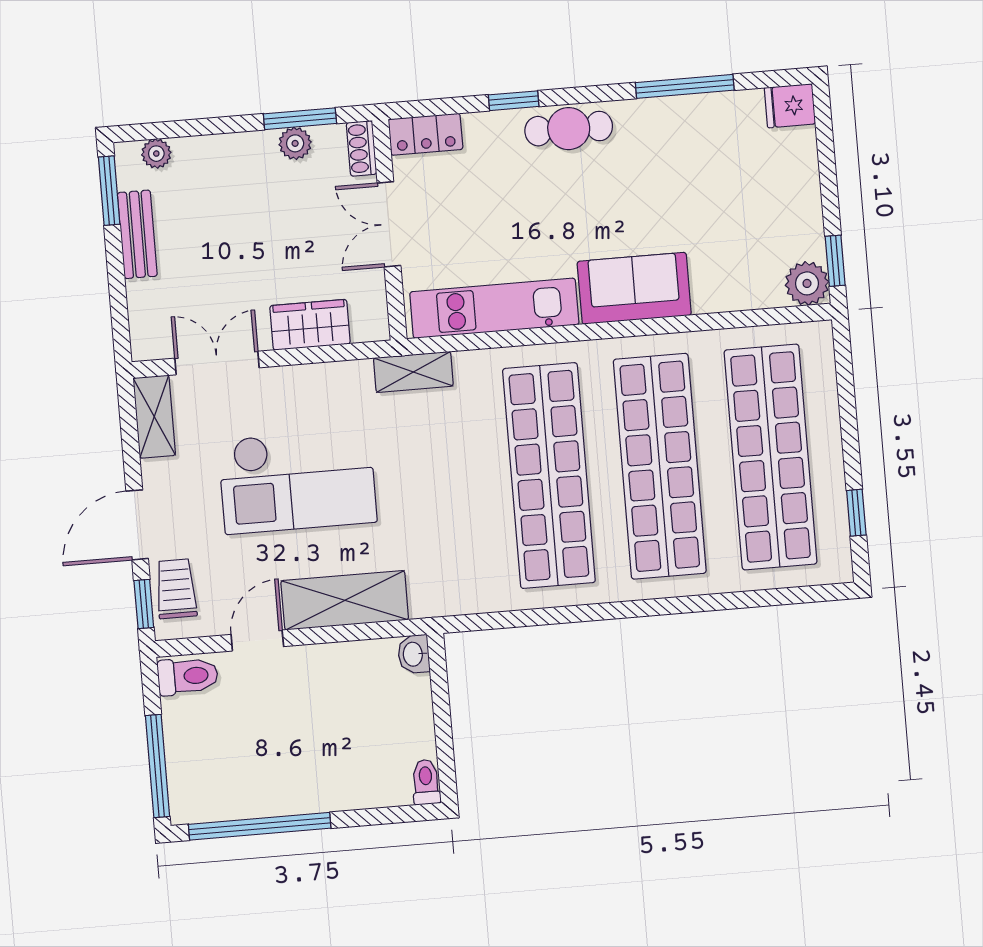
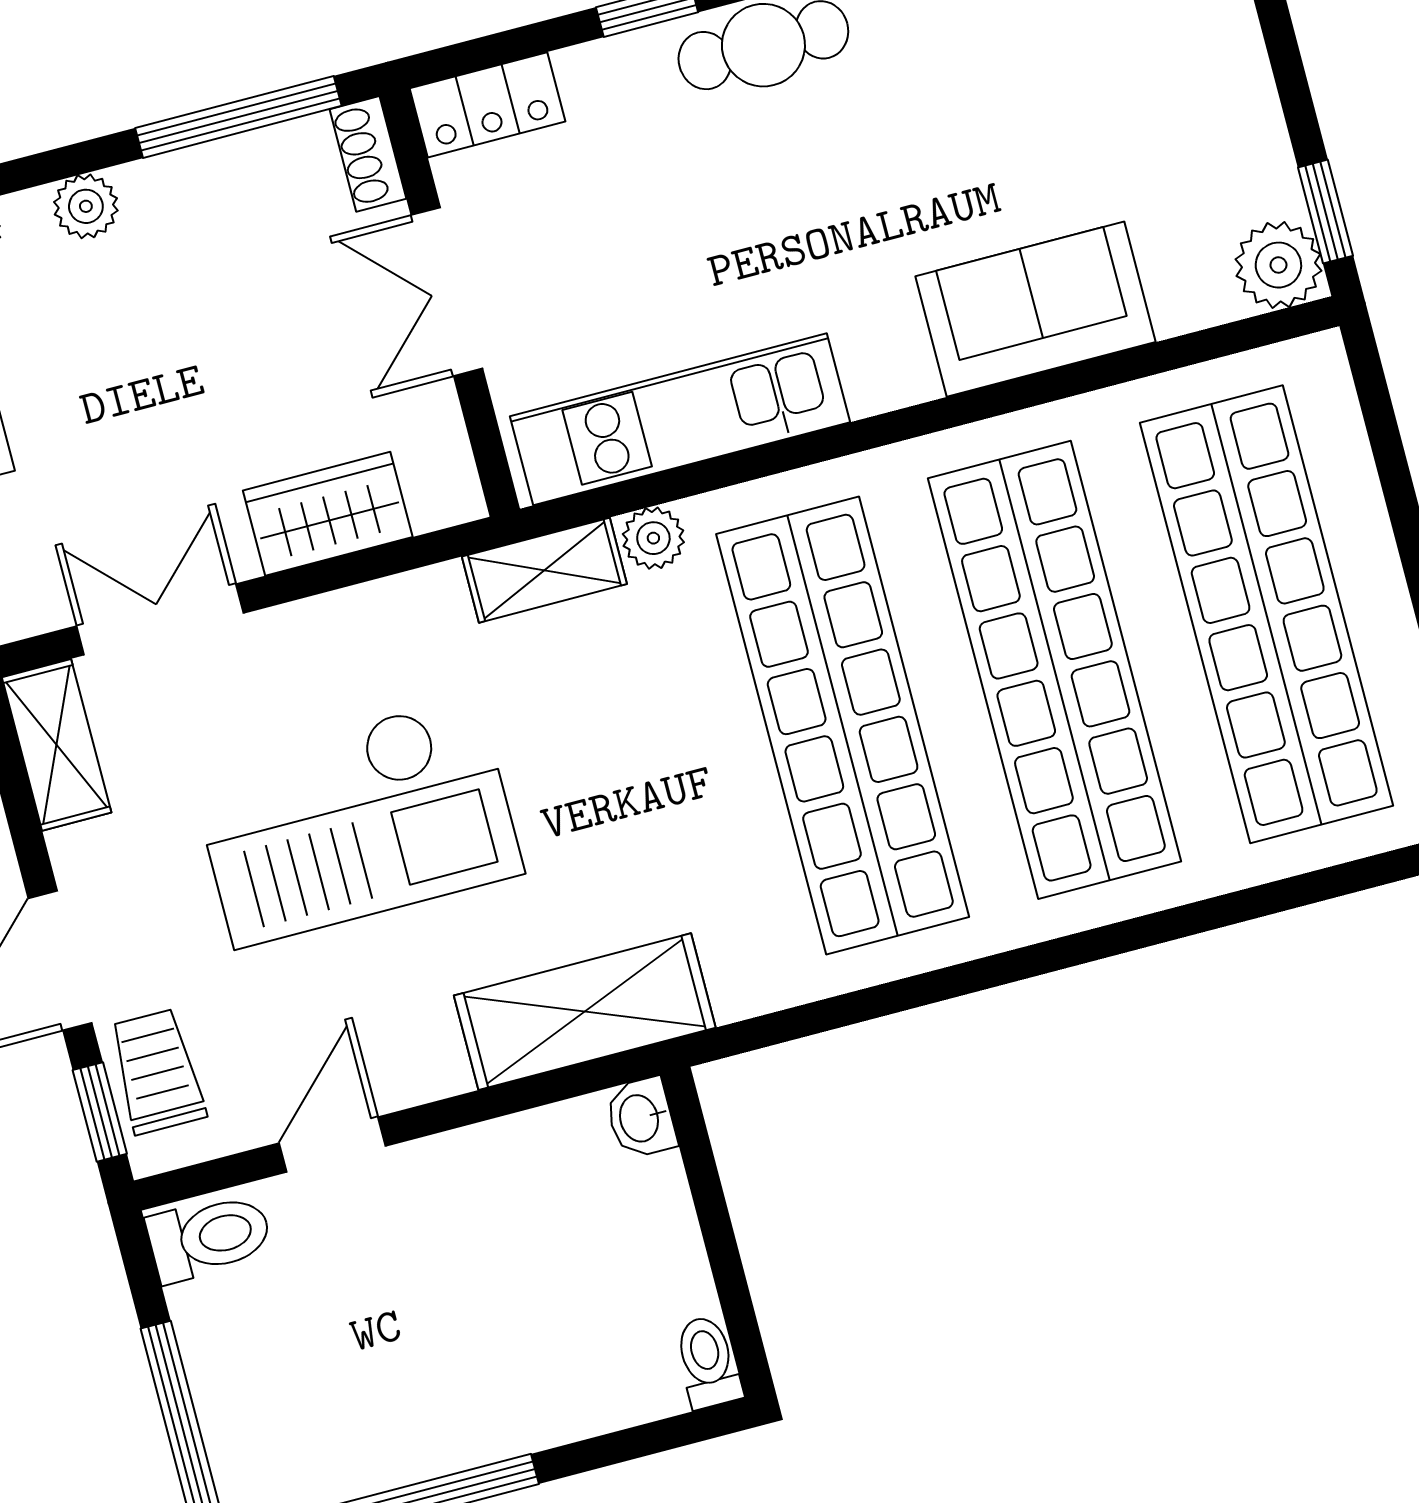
window: (300, 119) -> (238, 117), width x1.44
plant: (295, 143) -> (86, 206), moved
sofa: (634, 288) -> (1036, 309), moved
plant: (471, 365) -> (653, 538), added
shelving: (345, 600) -> (585, 1012), moved

